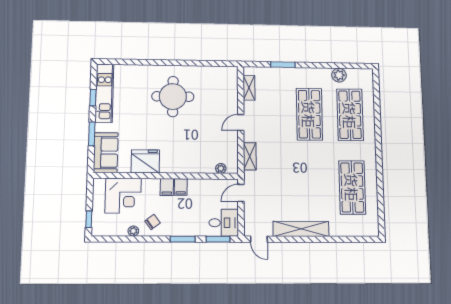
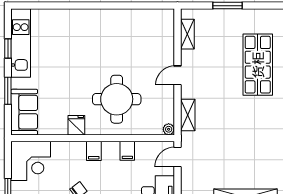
round table: (173, 97) -> (117, 99), moved
fridge: (145, 161) -> (76, 125), width x0.53, depth x0.75
plant: (221, 168) -> (169, 129), moved
filing cabinet: (181, 187) -> (127, 151), moved
corner desk: (123, 196) -> (31, 161), moved

